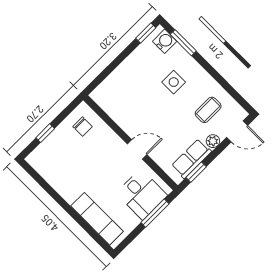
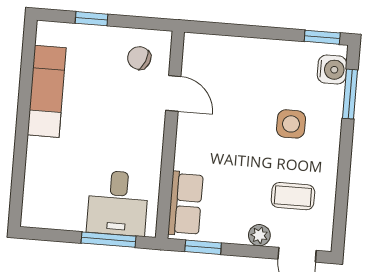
chair: (83, 127) -> (139, 58), turned 112
door: (137, 149) -> (173, 93), moved
row of seats: (191, 159) -> (185, 204), moved, turned 90
exam couch: (97, 219) -> (47, 91), moved

